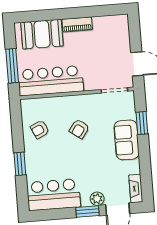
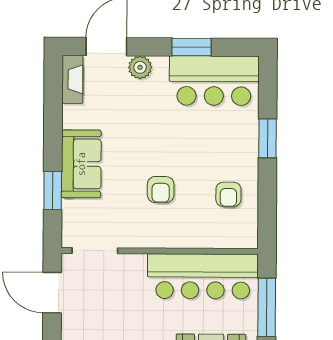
armchair: (40, 129) -> (228, 194), turned 115
armchair: (79, 129) -> (161, 190), turned 144
window: (88, 211) -> (192, 47), moved

